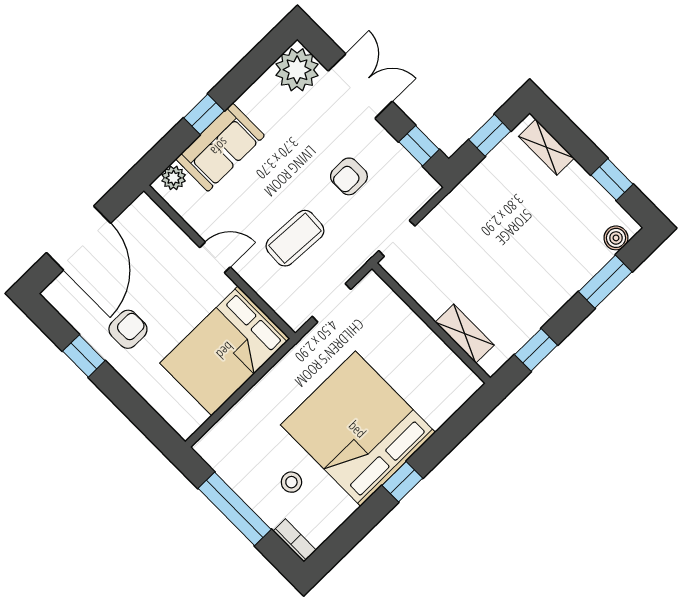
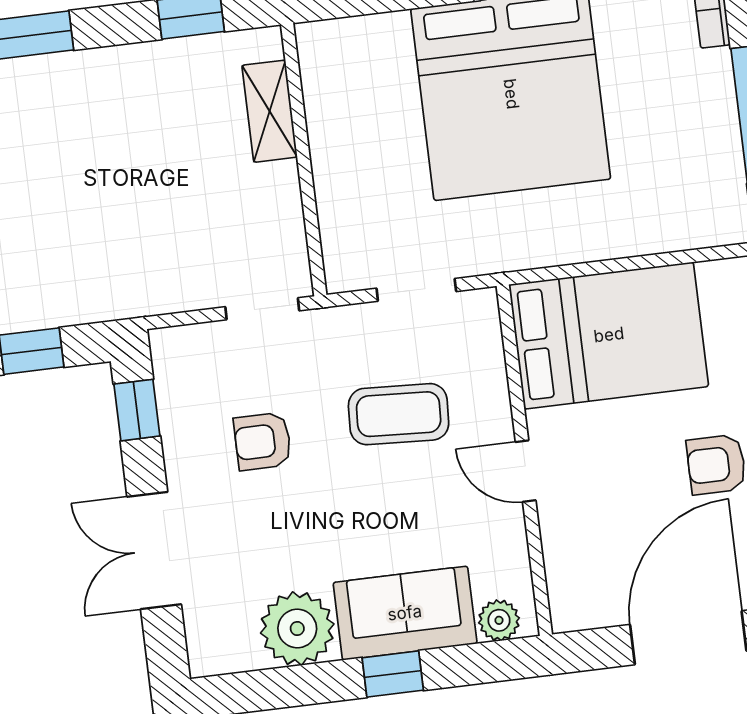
plant: (297, 70) -> (297, 629), moved
armchair: (349, 176) -> (263, 441), turned 180
stool: (291, 482) -> (655, 91), removed

